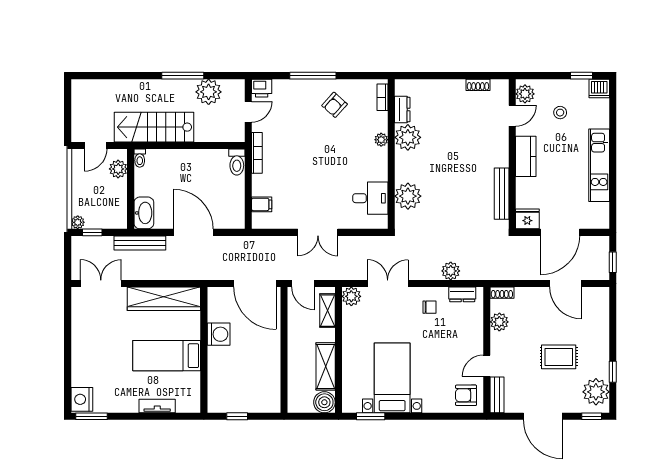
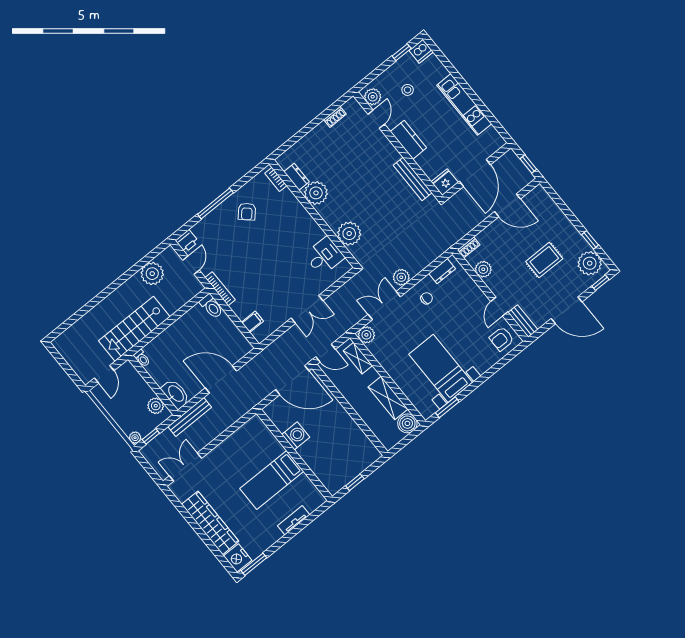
window: (183, 76) -> (125, 277), removed
plant: (381, 140) -> (299, 209), removed
plant: (118, 169) -> (156, 406), moved
plant: (451, 271) -> (401, 277), moved
wardrobe: (164, 299) -> (210, 523), moved, turned -90

